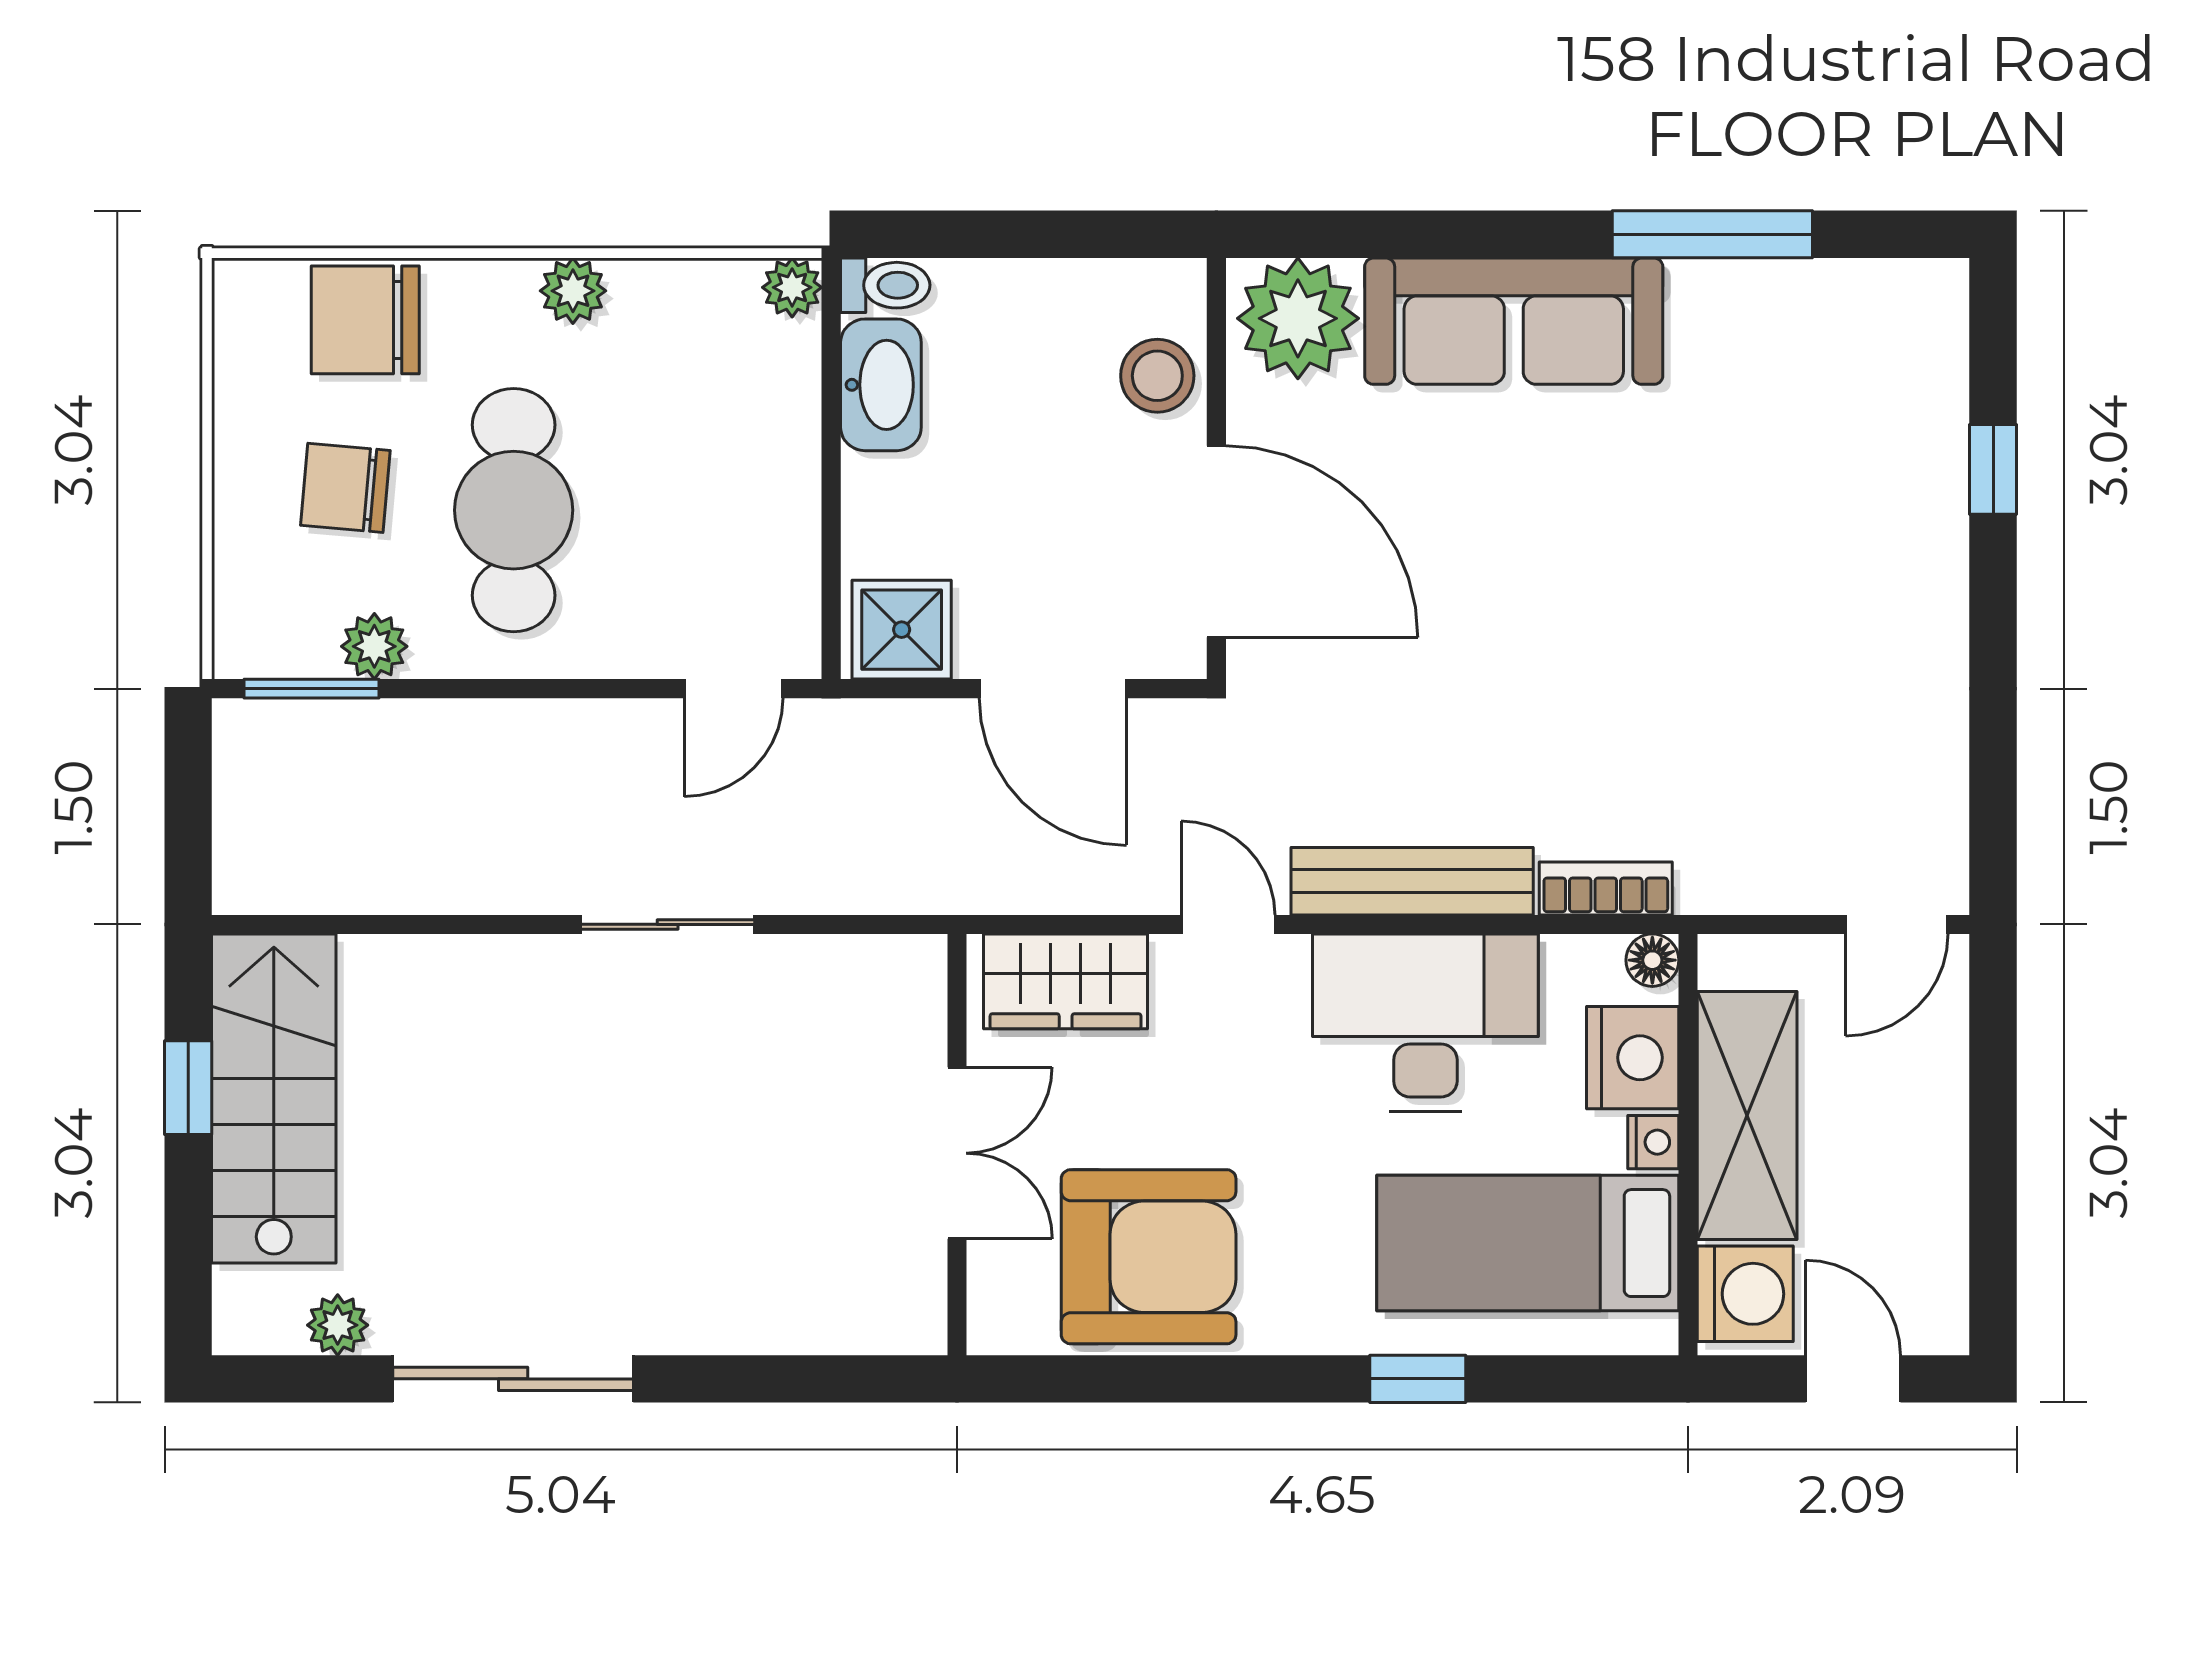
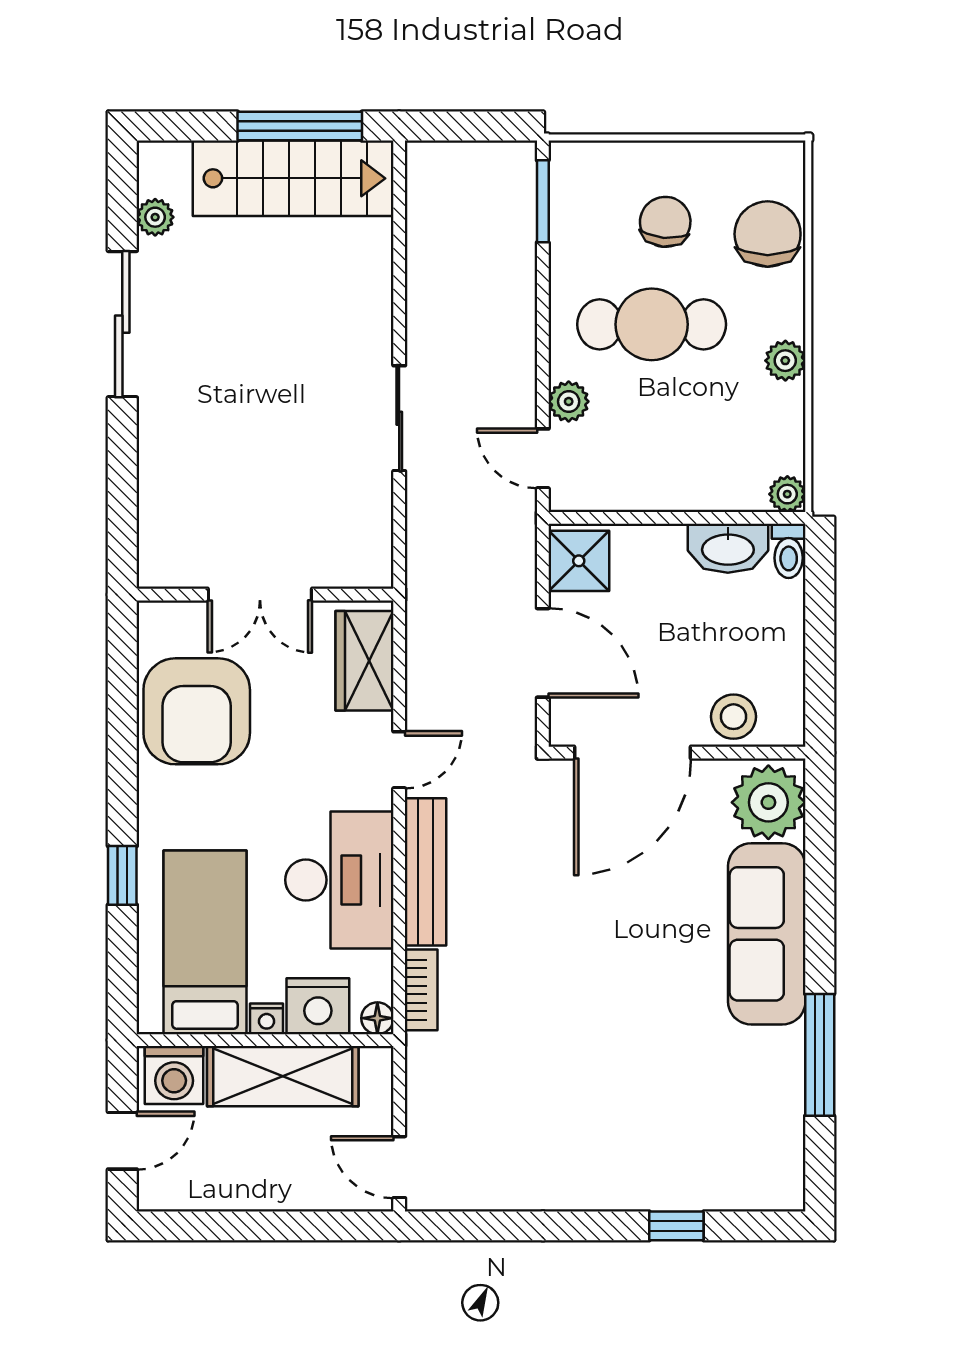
plant: (374, 646) -> (569, 402), moved
door: (1053, 689) -> (543, 653), swing flipped
window: (188, 1088) -> (300, 126), width x2.17

